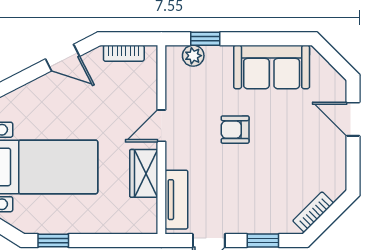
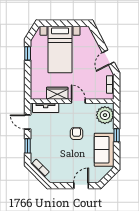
window: (205, 39) -> (117, 135), moved
plant: (193, 56) -> (105, 115), width x1.87, depth x1.87

